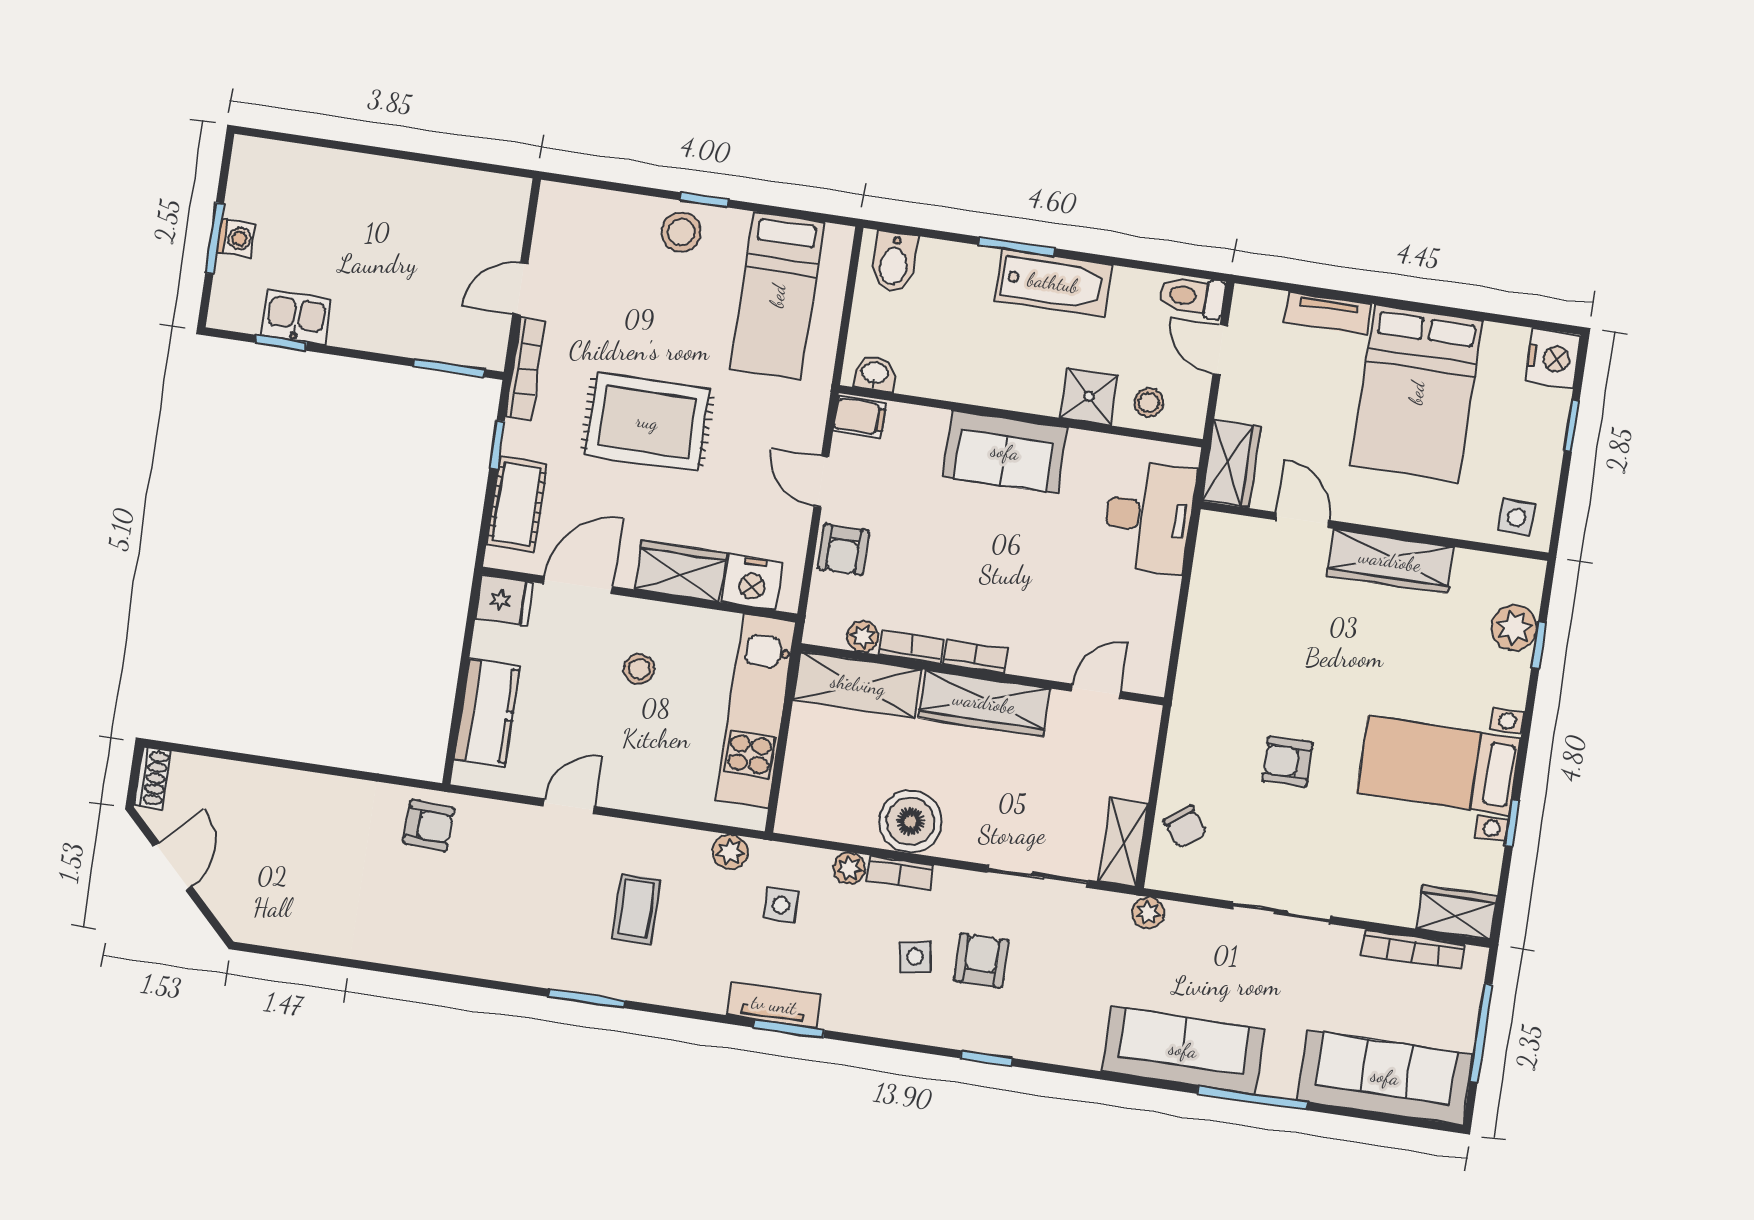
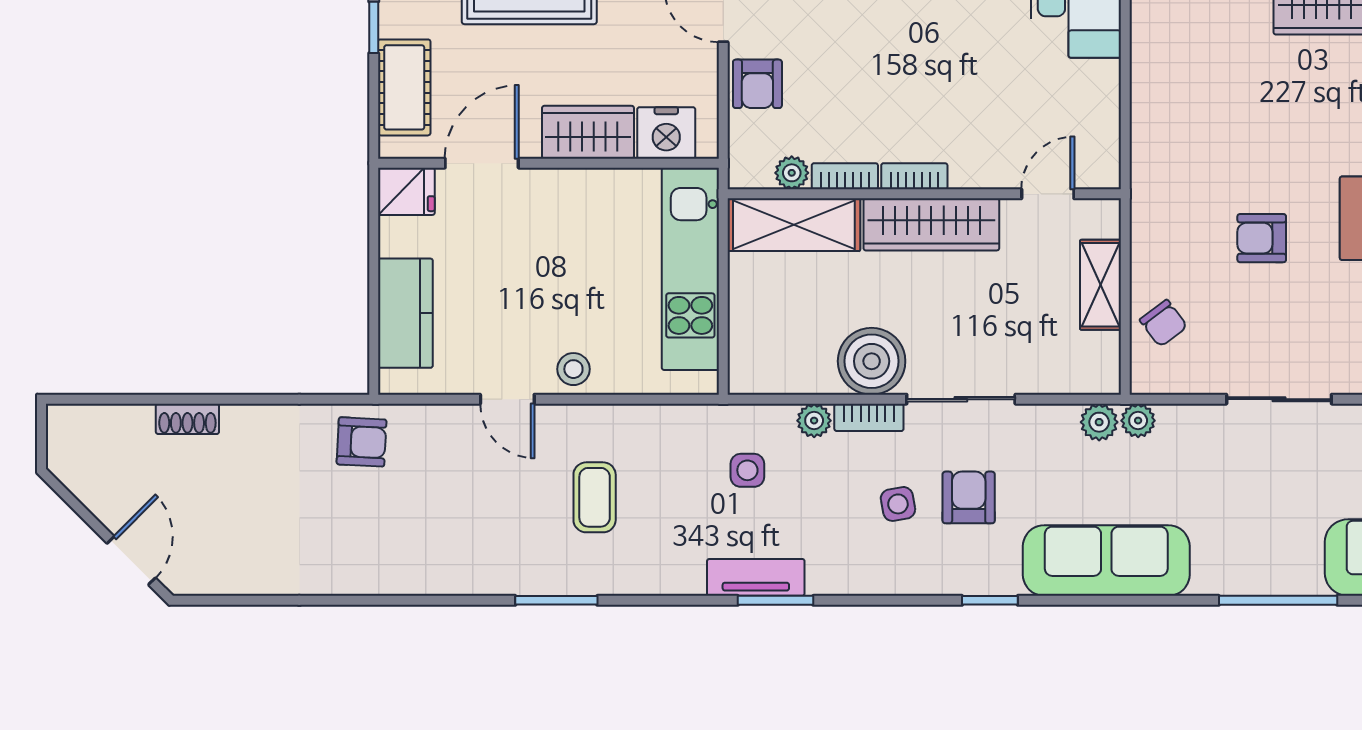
stool: (639, 669) -> (573, 369), moved
shoe rack: (153, 778) -> (187, 419), moved, turned 90
door: (569, 806) -> (507, 399), swing flipped
shelving: (1123, 842) -> (1101, 285), moved
plant: (730, 852) -> (1099, 422), moved
door: (173, 866) -> (131, 561), moved
sliding door: (1037, 876) -> (961, 399), moved
sofa: (1183, 1050) -> (1106, 561), moved

